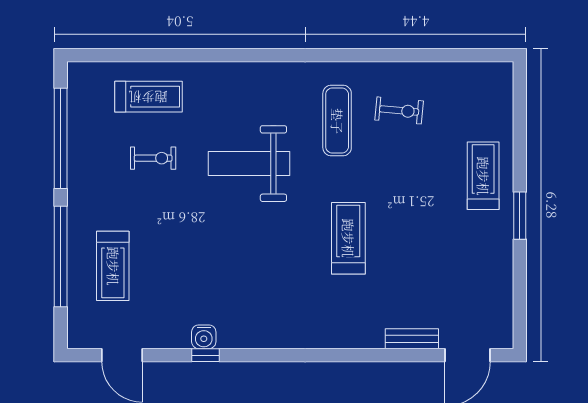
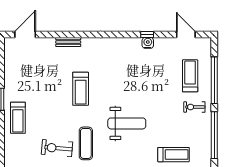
treadmill: (148, 97) -> (174, 155), turned 180
exercise bike: (399, 110) -> (57, 148), width x1.38, depth x1.39
exercise bike: (153, 158) -> (194, 107), moved
bench: (412, 339) -> (68, 42), moved

